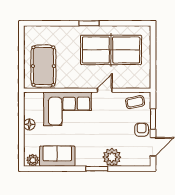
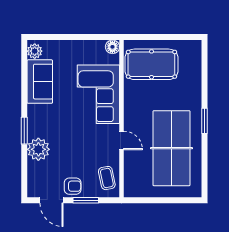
floor lamp: (29, 124) -> (112, 47), moved

